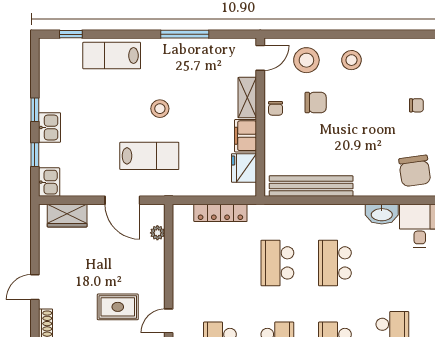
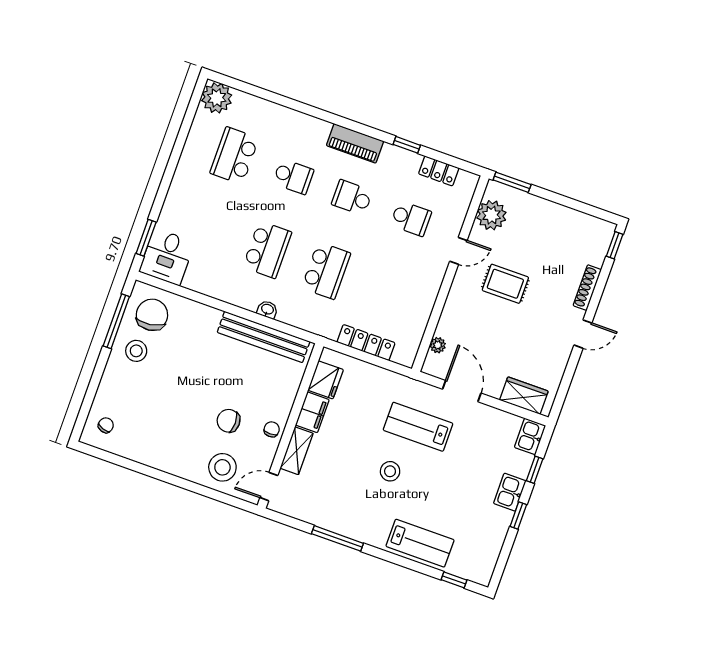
stool: (351, 60) -> (136, 351), moved
chair: (416, 105) -> (106, 425), moved, turned 109
washbasin: (382, 214) -> (267, 310), moved, width x0.52, depth x0.69

